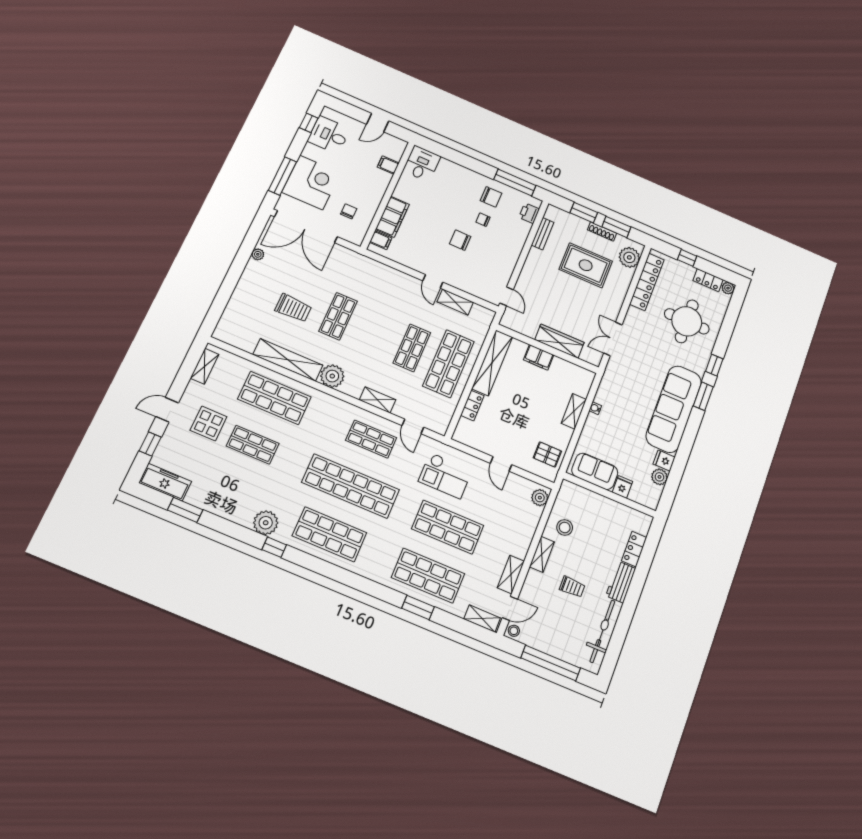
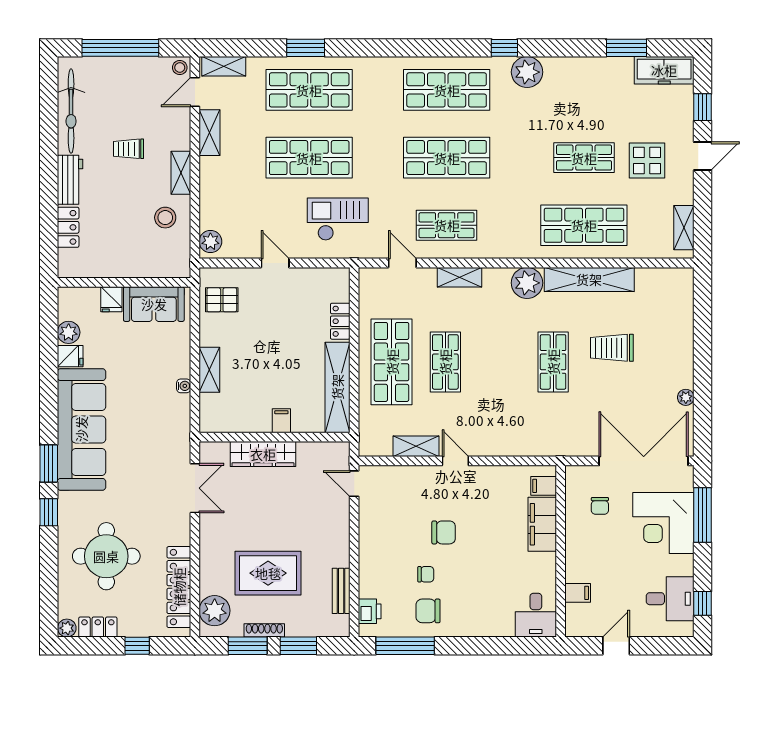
filing cabinet: (539, 357) -> (281, 421), width x0.50
shop shelf: (351, 486) -> (447, 158), width x0.71

